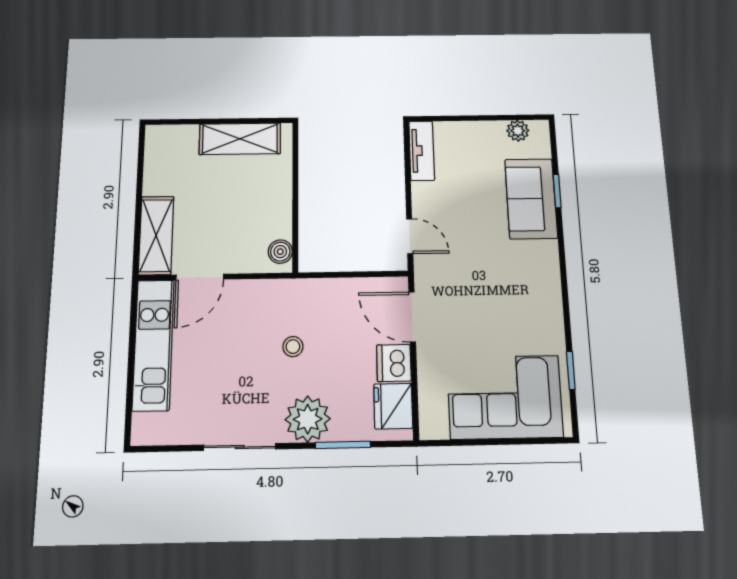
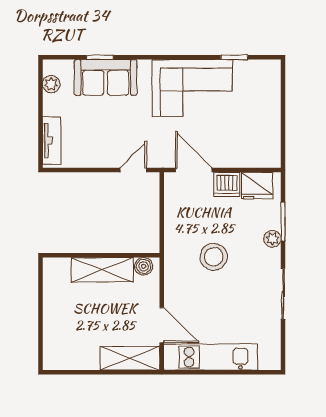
shelving: (240, 139) -> (102, 270), moved, turned 90
tv unit: (422, 151) -> (52, 141), moved, turned 90
door: (412, 317) -> (194, 170), swing flipped
stool: (293, 347) -> (214, 257), width x1.89, depth x1.89
corner sofa: (505, 397) -> (192, 88), moved, turned -90
plant: (308, 419) -> (272, 239), width x0.53, depth x0.53

